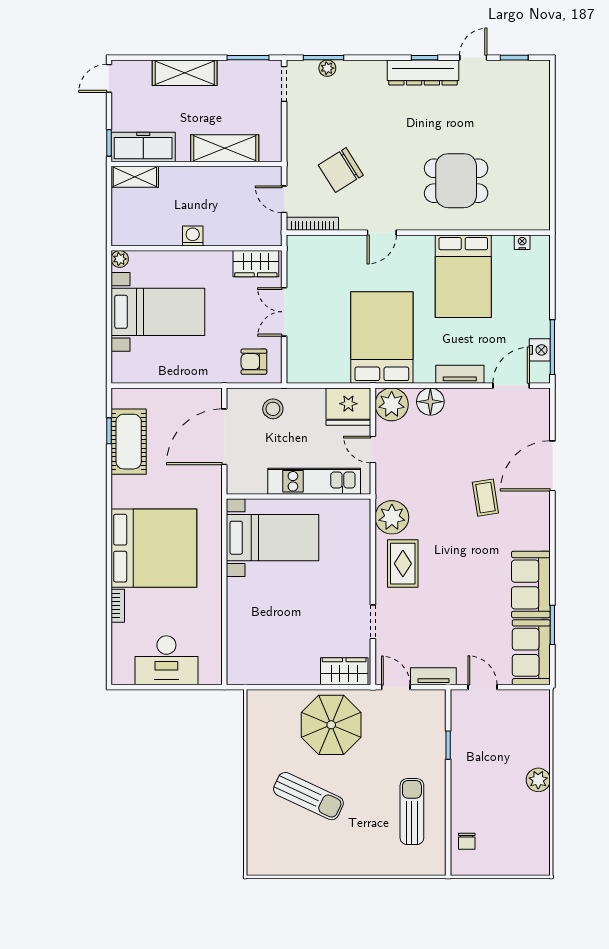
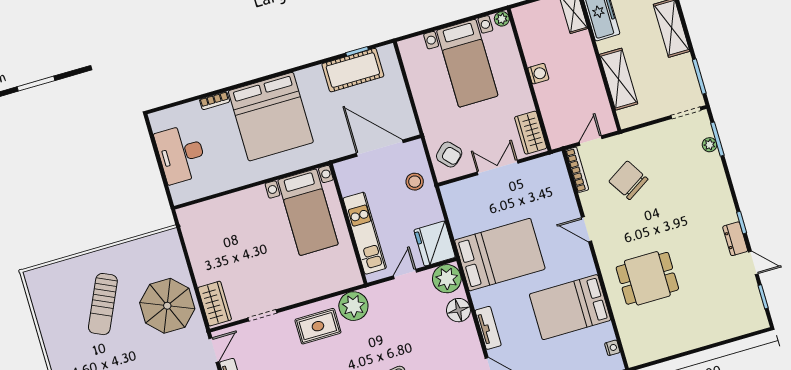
dresser: (423, 72) -> (735, 239), width x0.51, depth x0.80
dining table: (456, 181) -> (647, 278), turned 90
armchair: (254, 362) -> (449, 155), turned 137

